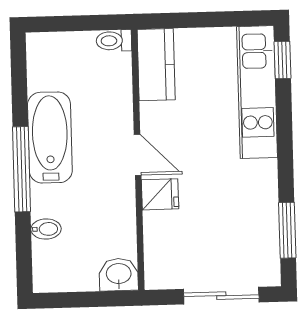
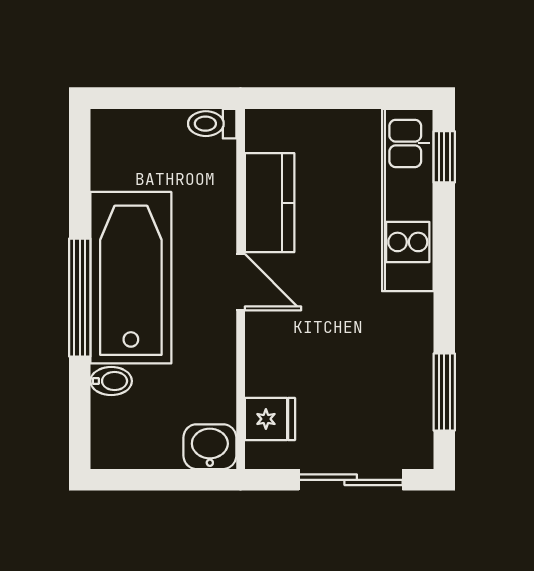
kitchen counter: (156, 65) -> (270, 203), moved
bathtub: (50, 137) -> (131, 278), width x1.36, depth x1.36
fridge: (160, 194) -> (270, 419), moved

